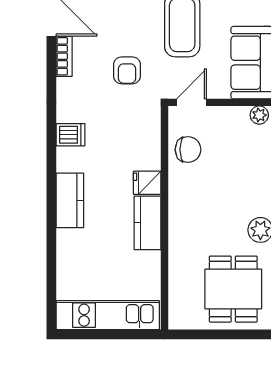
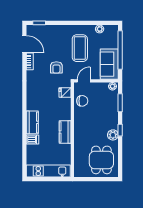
dishwasher: (71, 135) -> (33, 139), moved
fridge: (147, 183) -> (65, 93), moved

